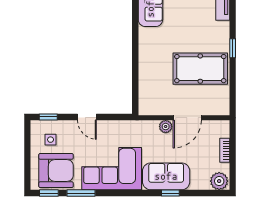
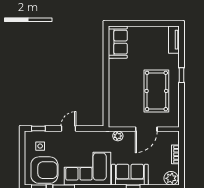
pool table: (200, 69) -> (156, 91), turned 90
door: (87, 117) -> (68, 129), swing flipped
plant: (166, 127) -> (118, 136), moved

